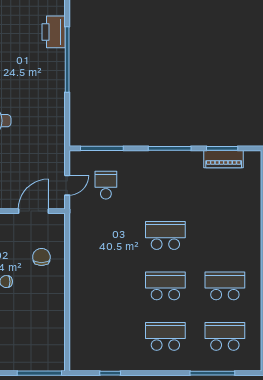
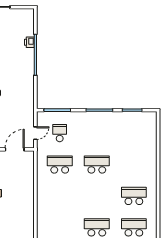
printer: (54, 32) -> (29, 42), width x0.53, depth x0.68
piano: (224, 159) -> (133, 117), removed
chair: (41, 257) -> (20, 178), removed
school desk: (165, 286) -> (60, 165), moved

